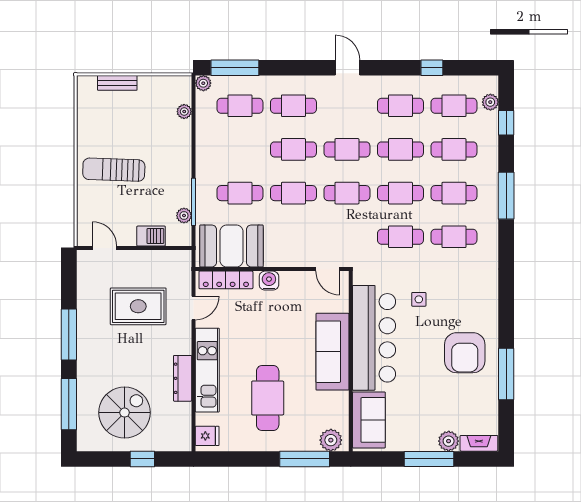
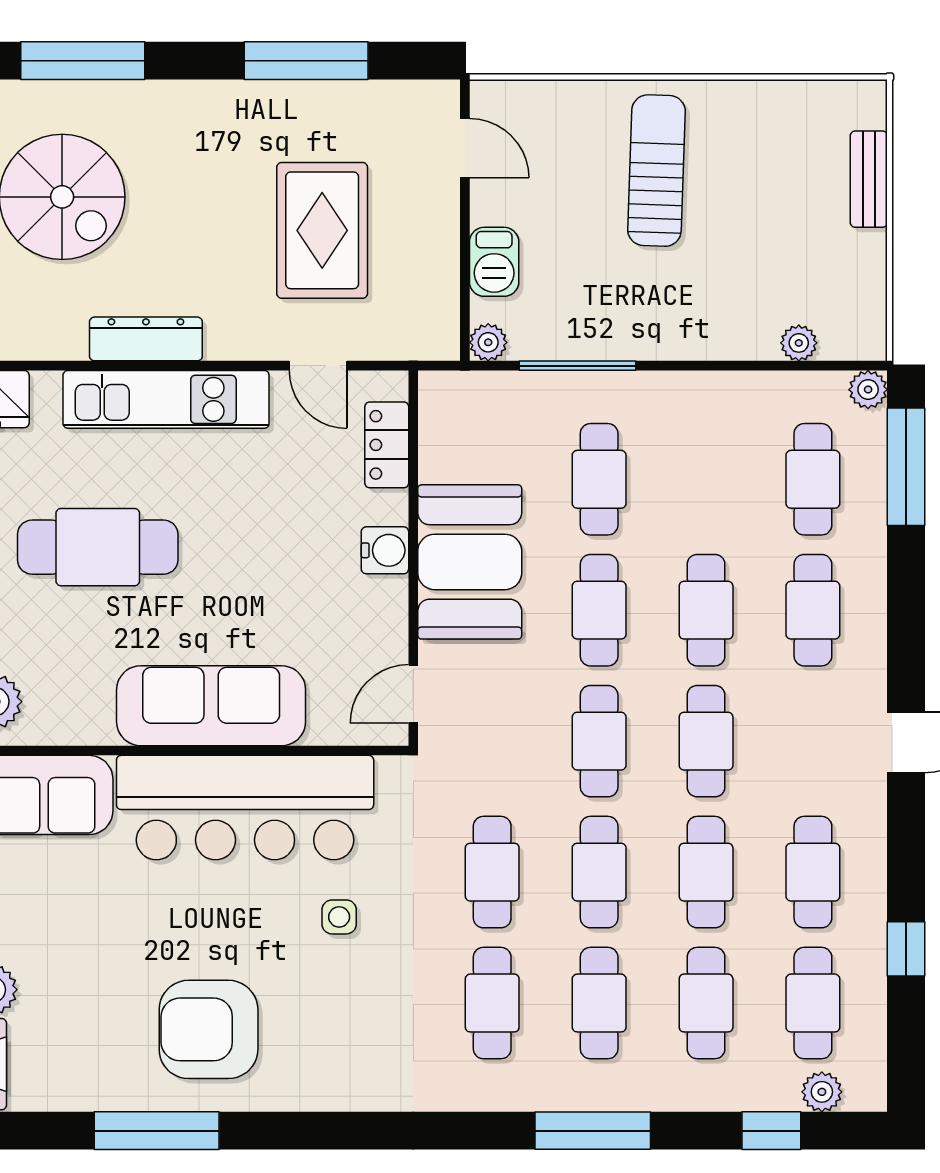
plant: (184, 216) -> (488, 342), moved
booth: (231, 246) -> (470, 562), moved
door: (105, 248) -> (465, 148), hinge flipped
locker: (226, 280) -> (387, 445), width x0.66
window: (69, 334) -> (306, 61), moved

